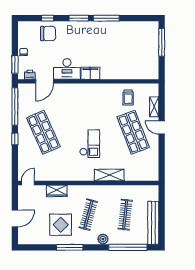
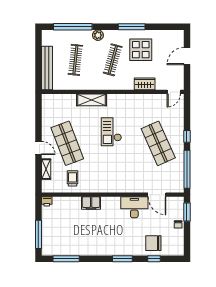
window: (106, 18) -> (66, 259), moved
filing cabinet: (90, 73) -> (91, 203), moved
printer: (30, 75) -> (47, 201), moved
door: (45, 81) -> (157, 195), swing flipped
bench: (153, 223) -> (47, 68), moved

